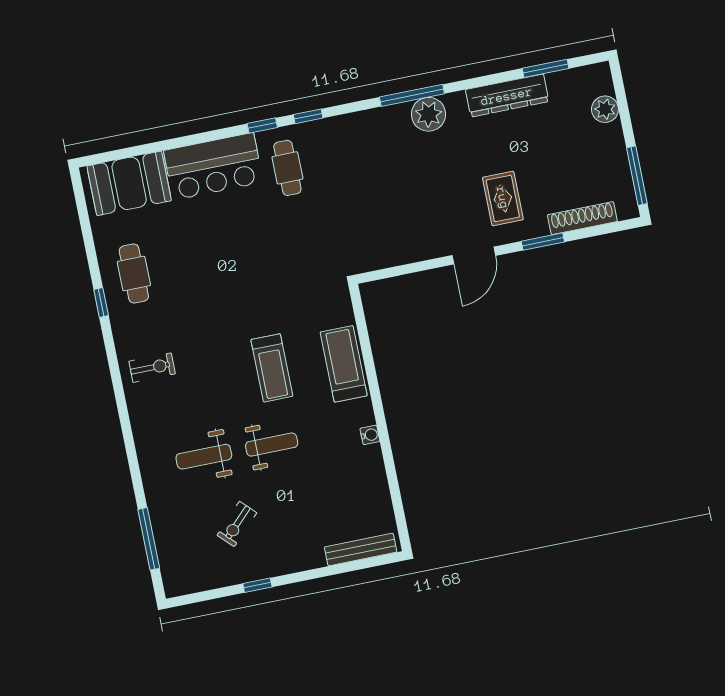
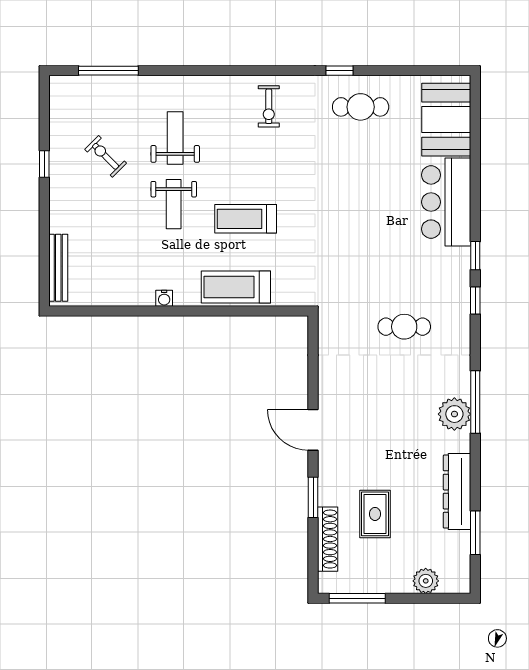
cafe table: (287, 168) -> (404, 327), moved
rug: (503, 198) -> (375, 514), moved, turned 90
treadmill: (344, 364) -> (236, 287), turned 180

